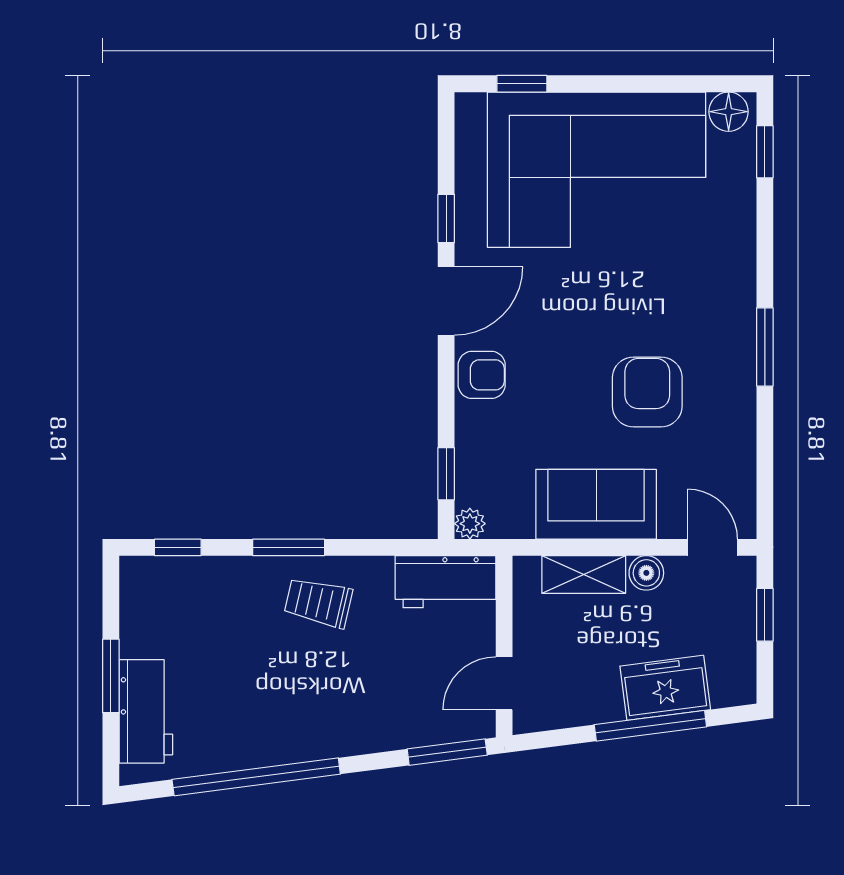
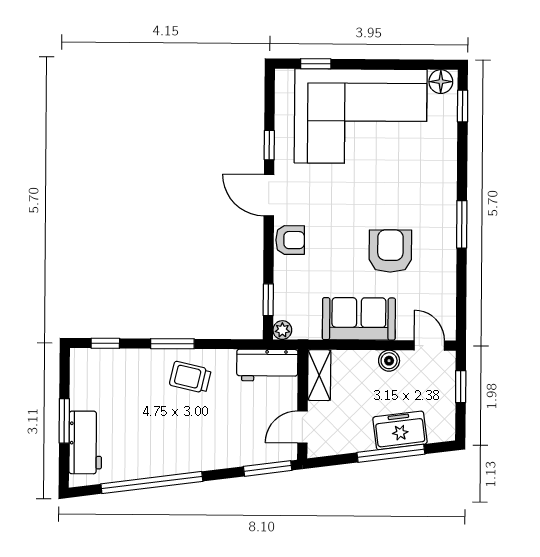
door: (446, 301) -> (269, 195), swing flipped
shelving: (584, 574) -> (319, 375), moved, turned 90

